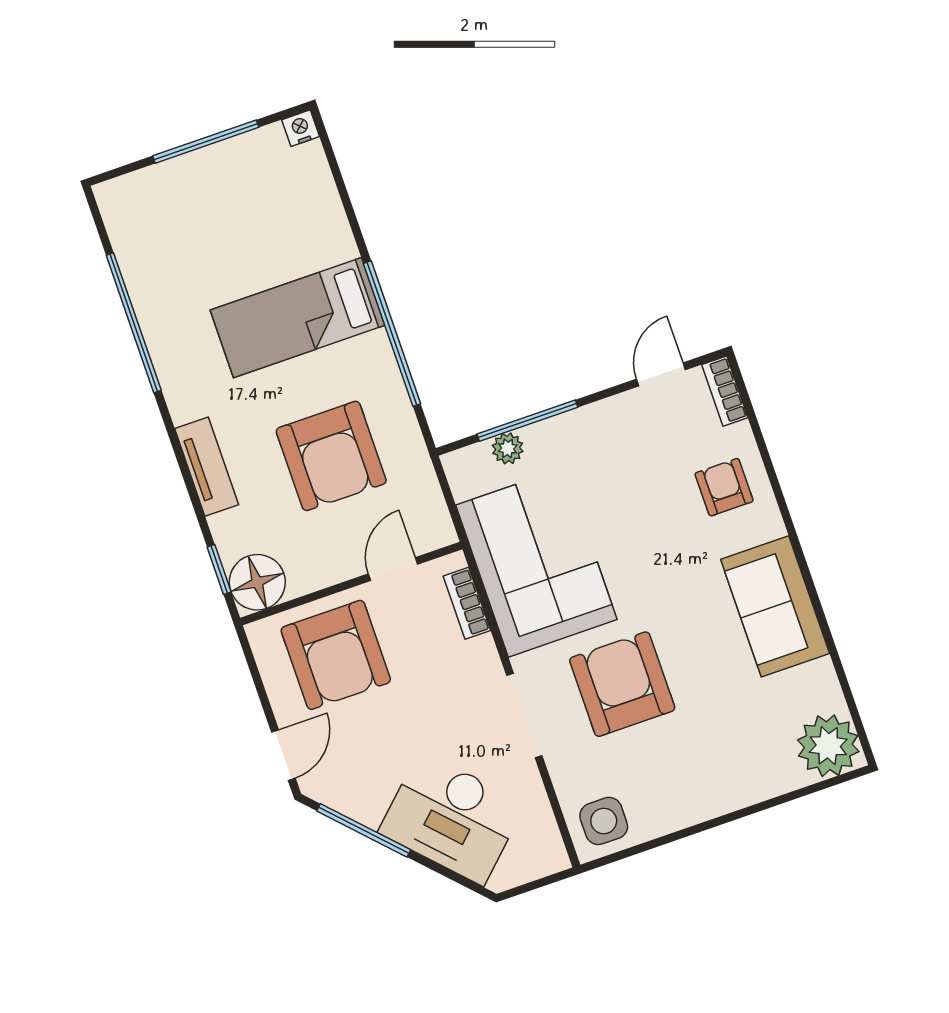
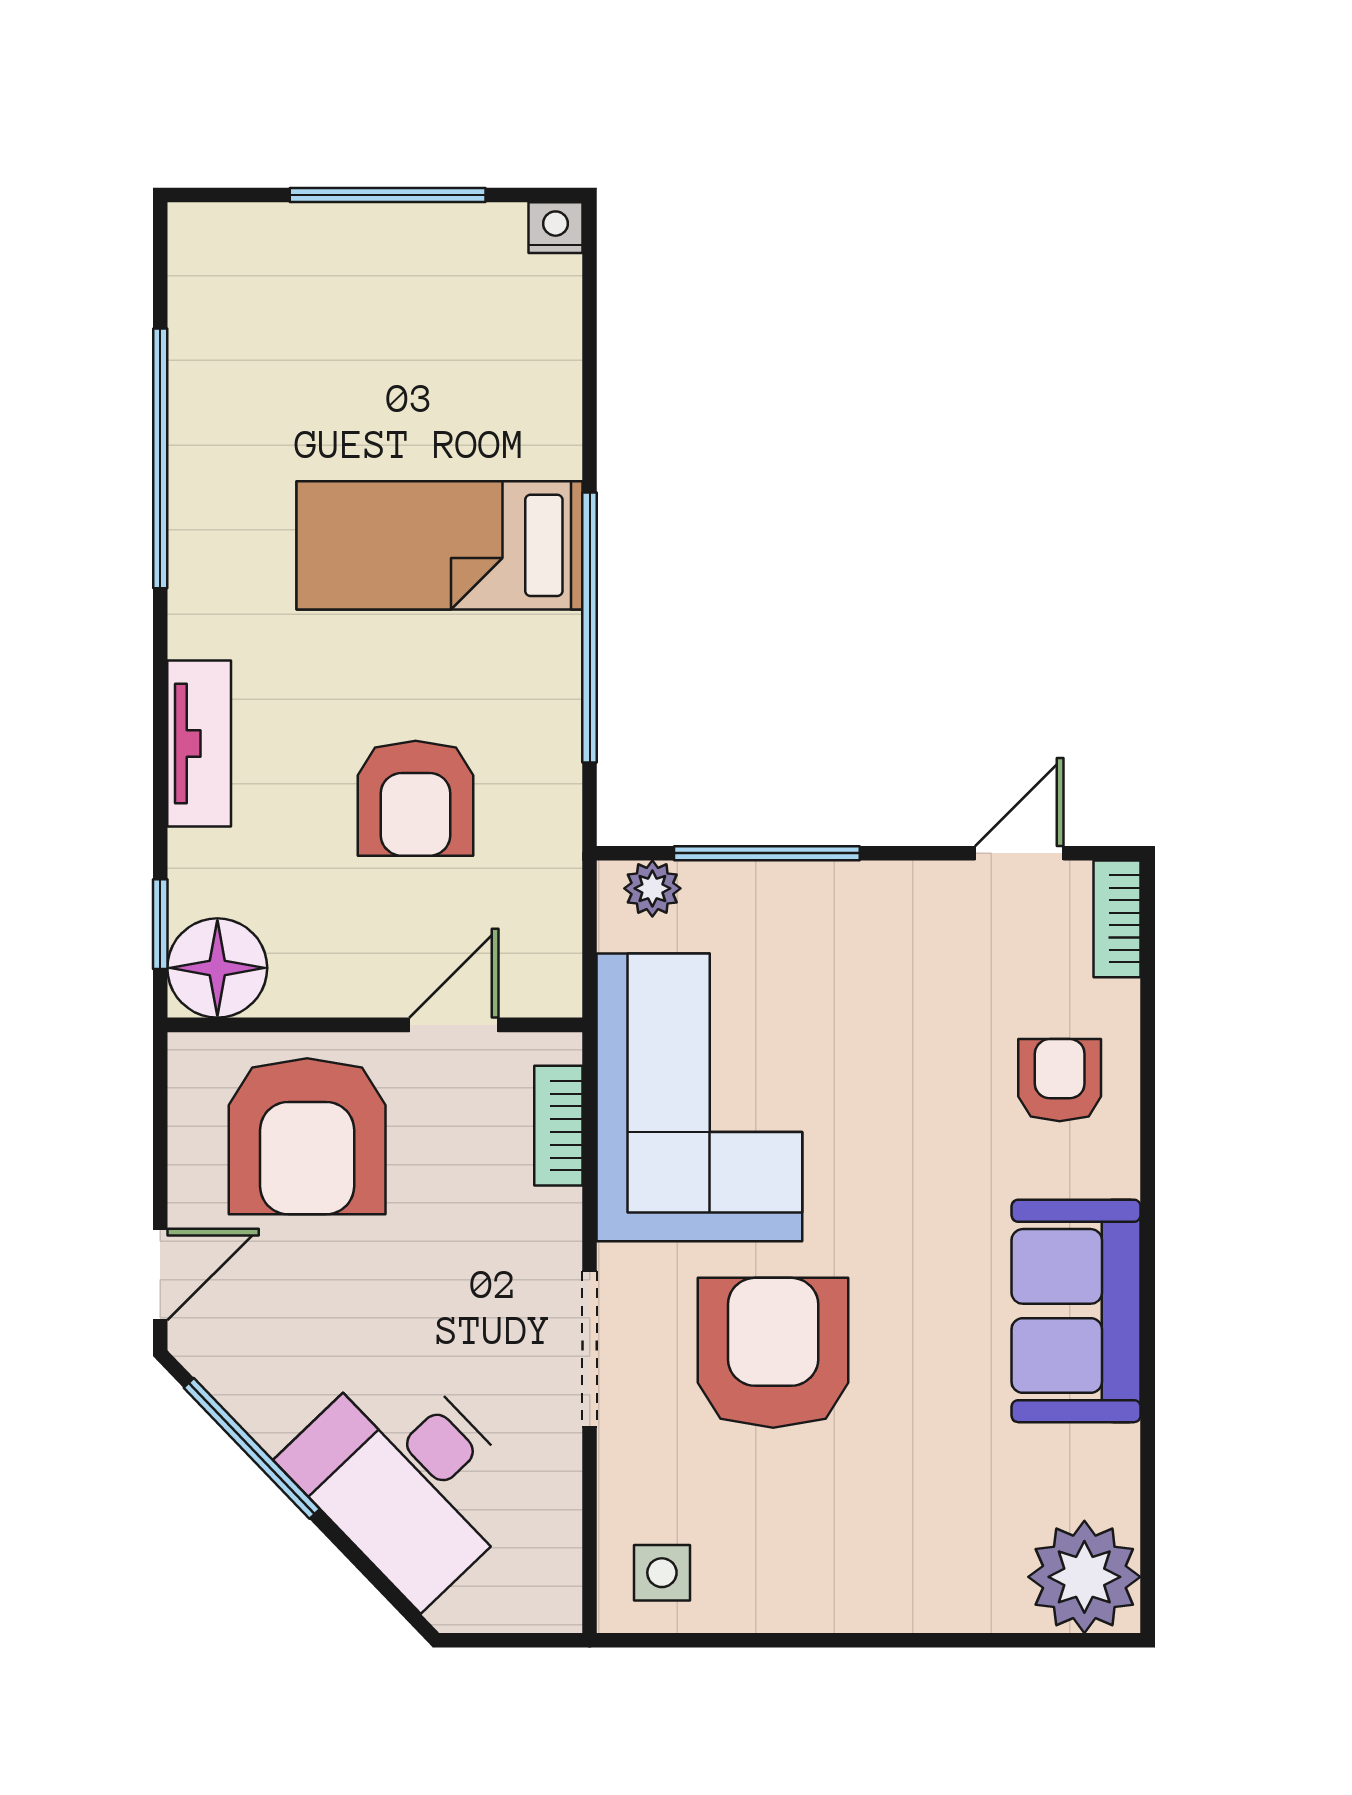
plant: (508, 448) -> (652, 888), moved
armchair: (331, 456) -> (416, 798), width x0.73, depth x0.73
side table: (604, 821) -> (662, 1573), width x0.73, depth x0.73

